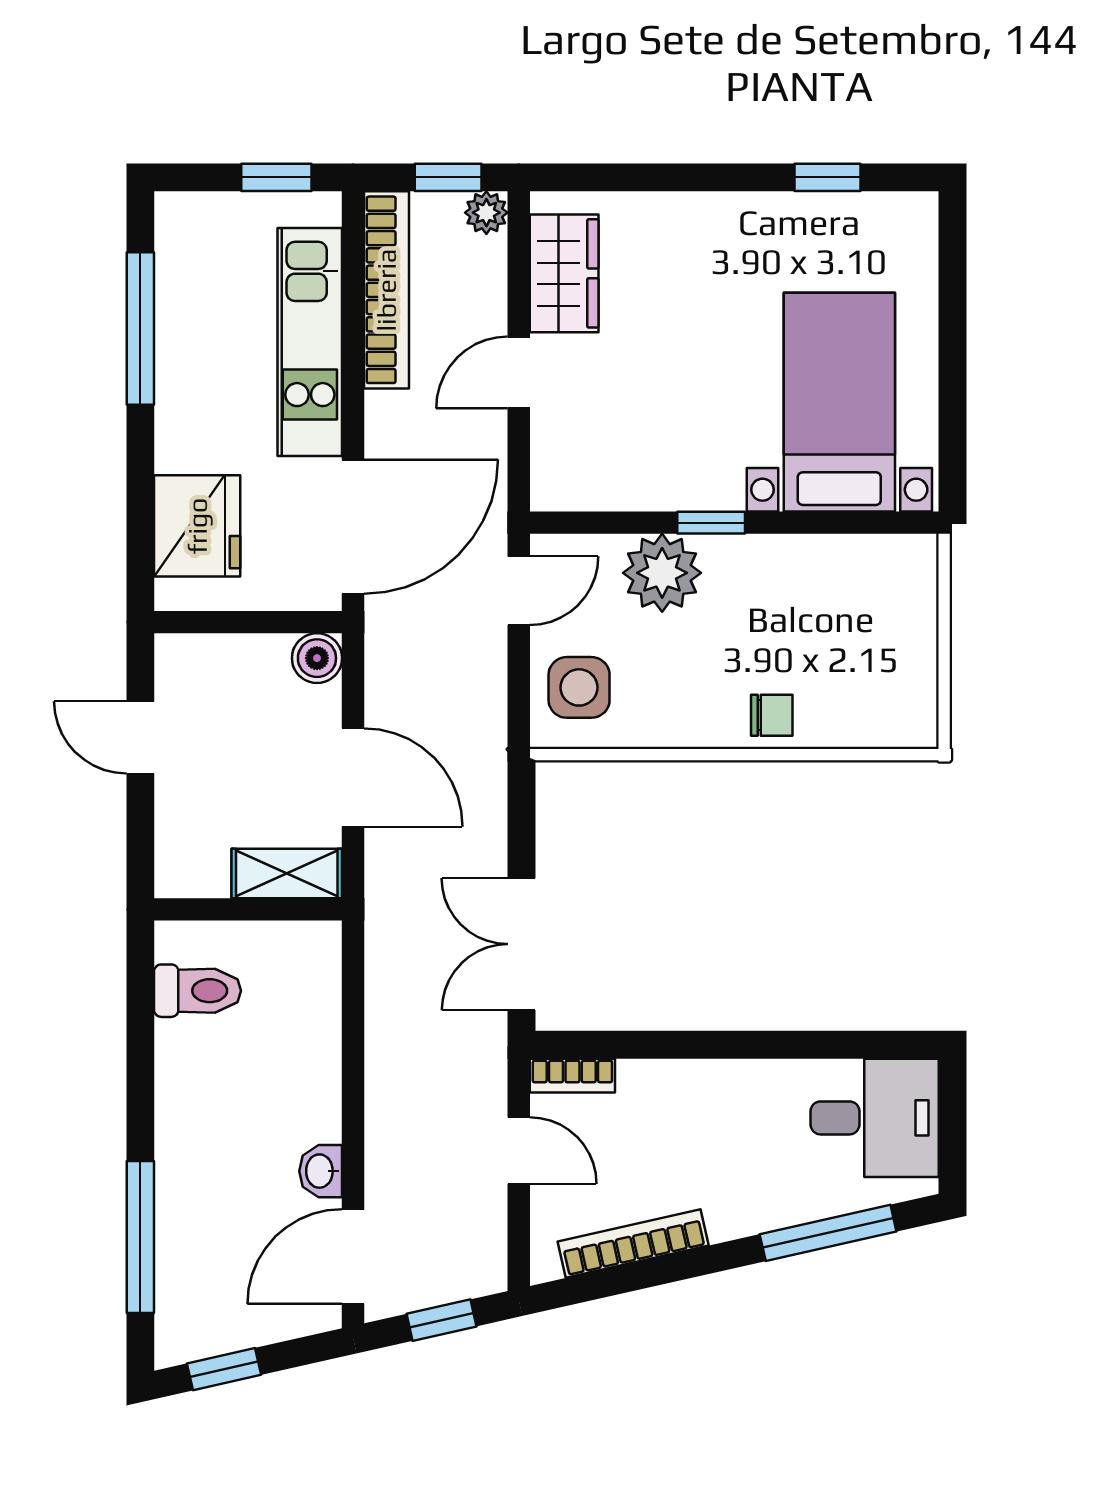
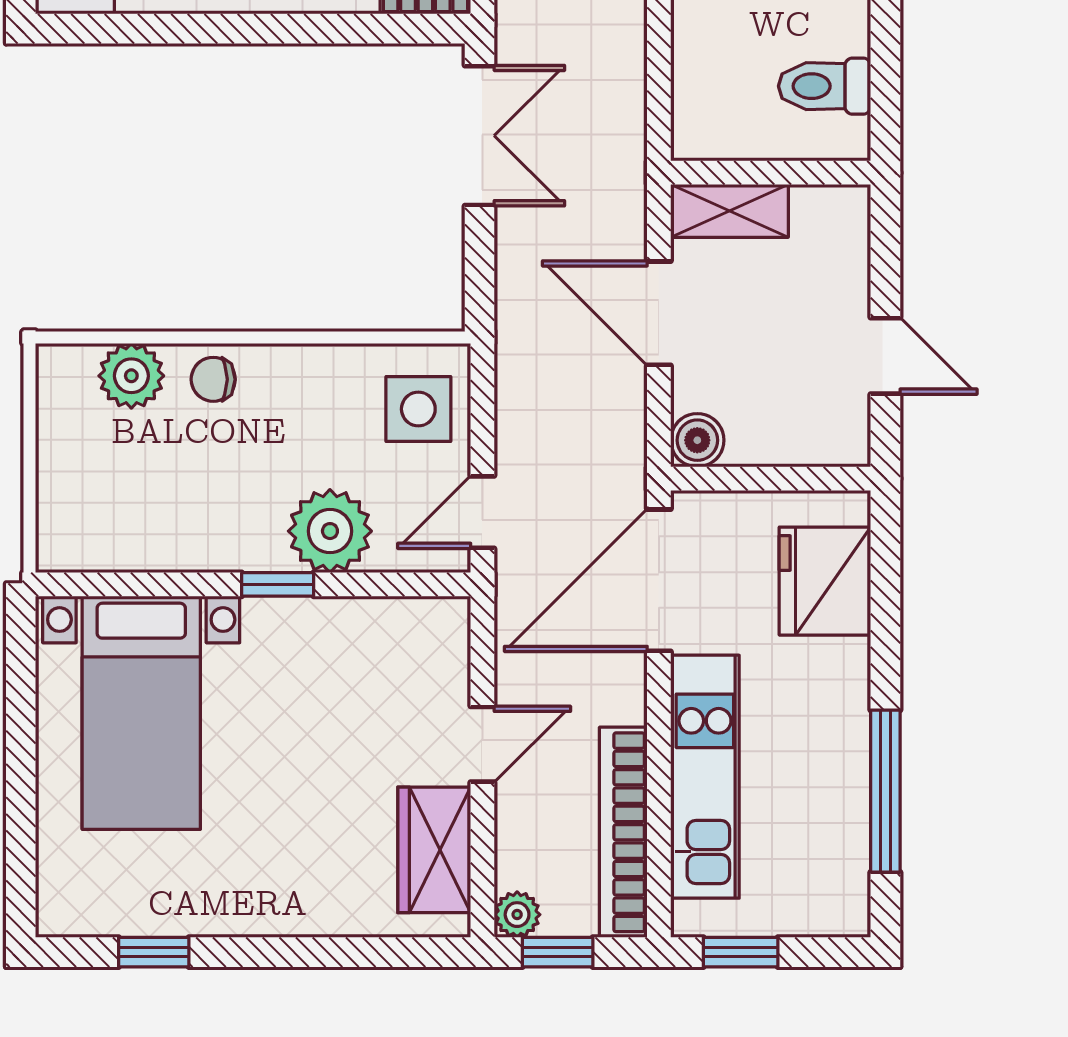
plant: (849, 719) -> (131, 376), added

